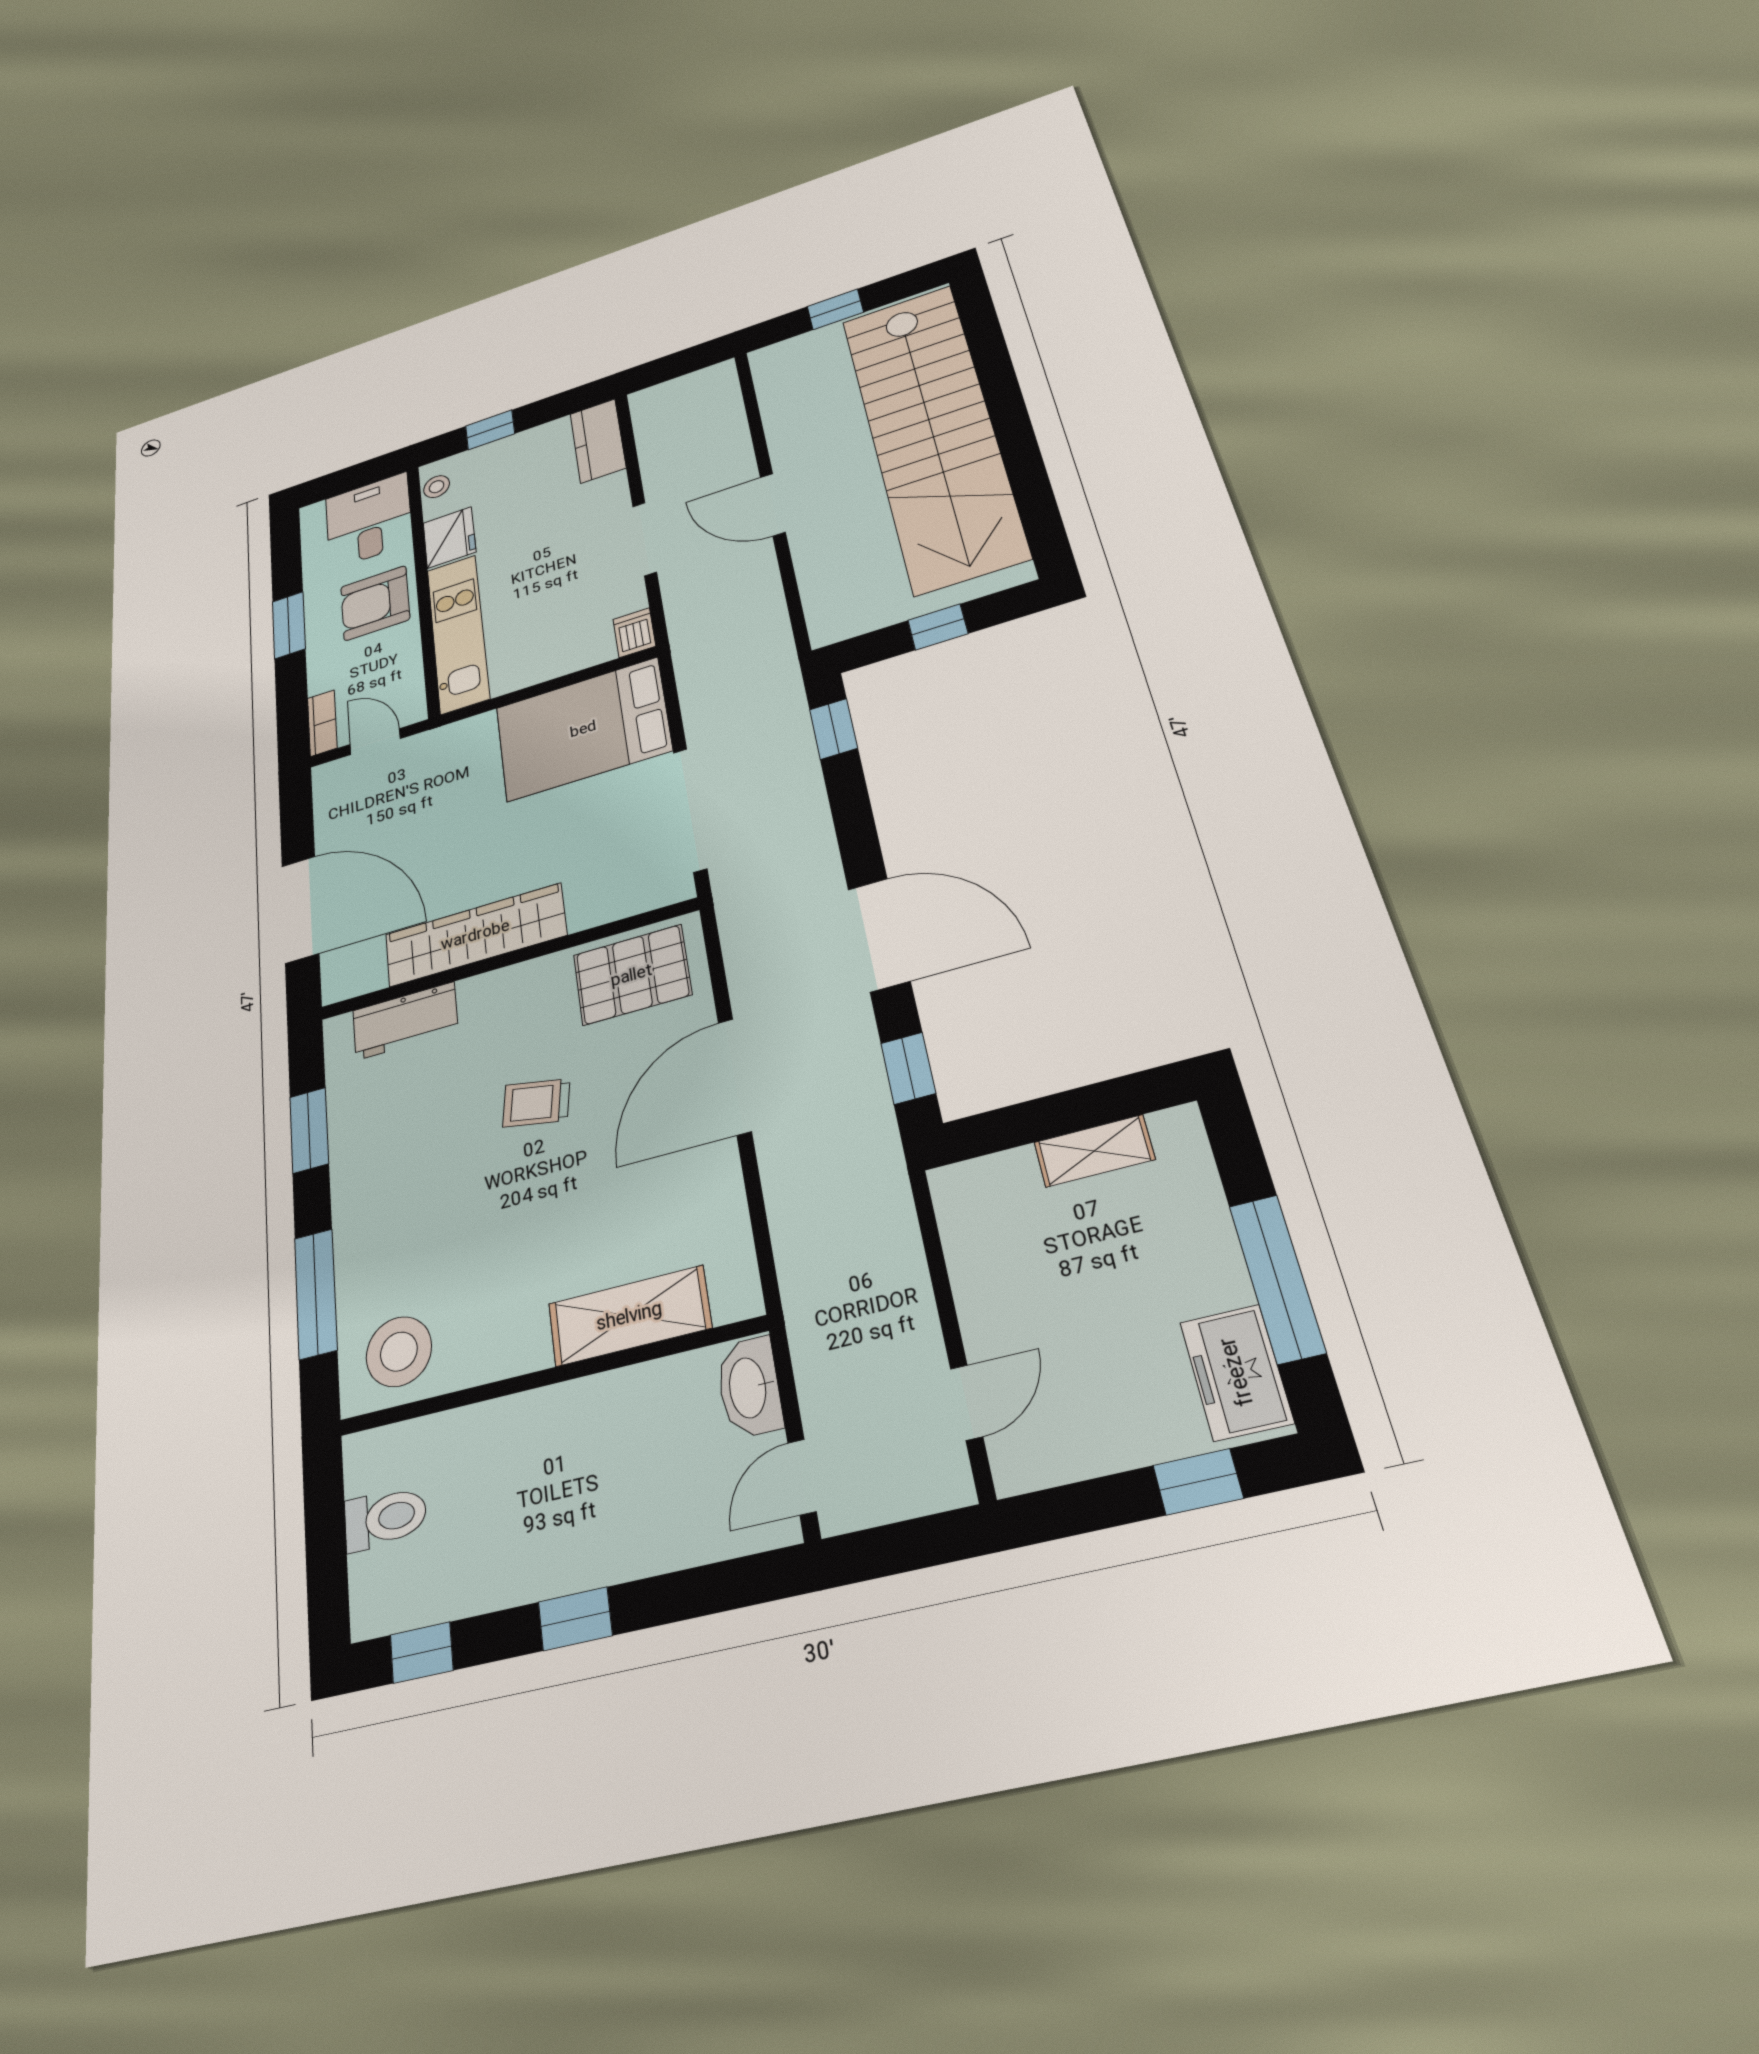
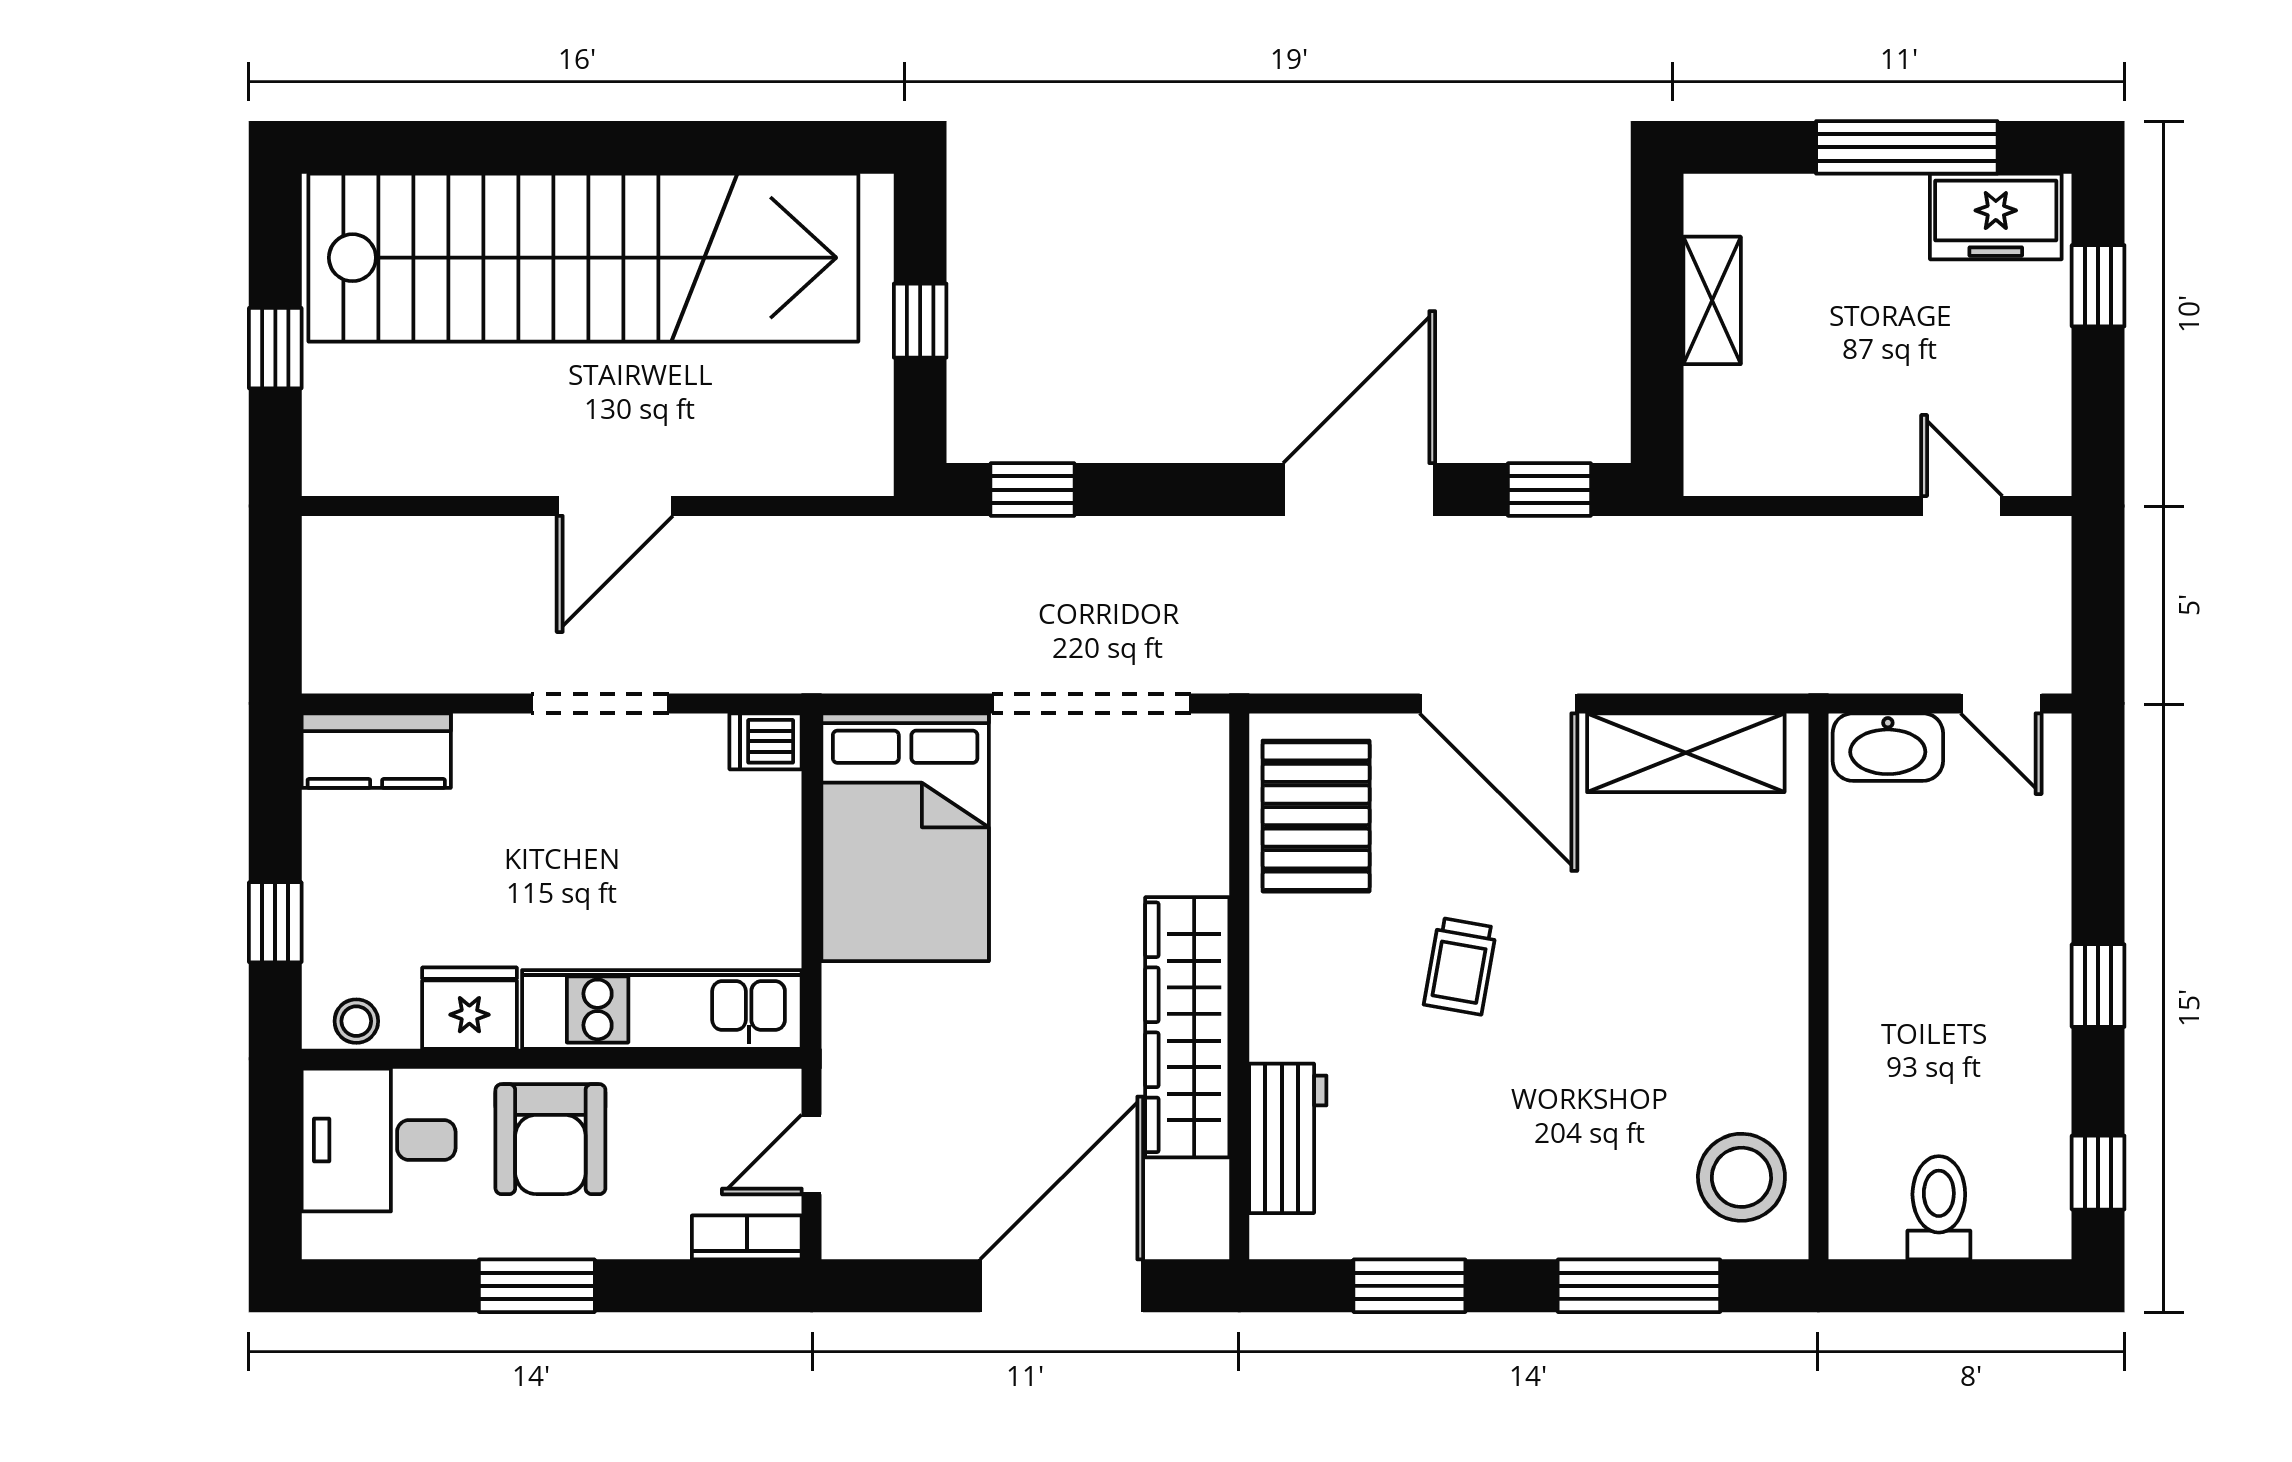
shelving: (629, 1316) -> (1686, 753), moved, turned 90

